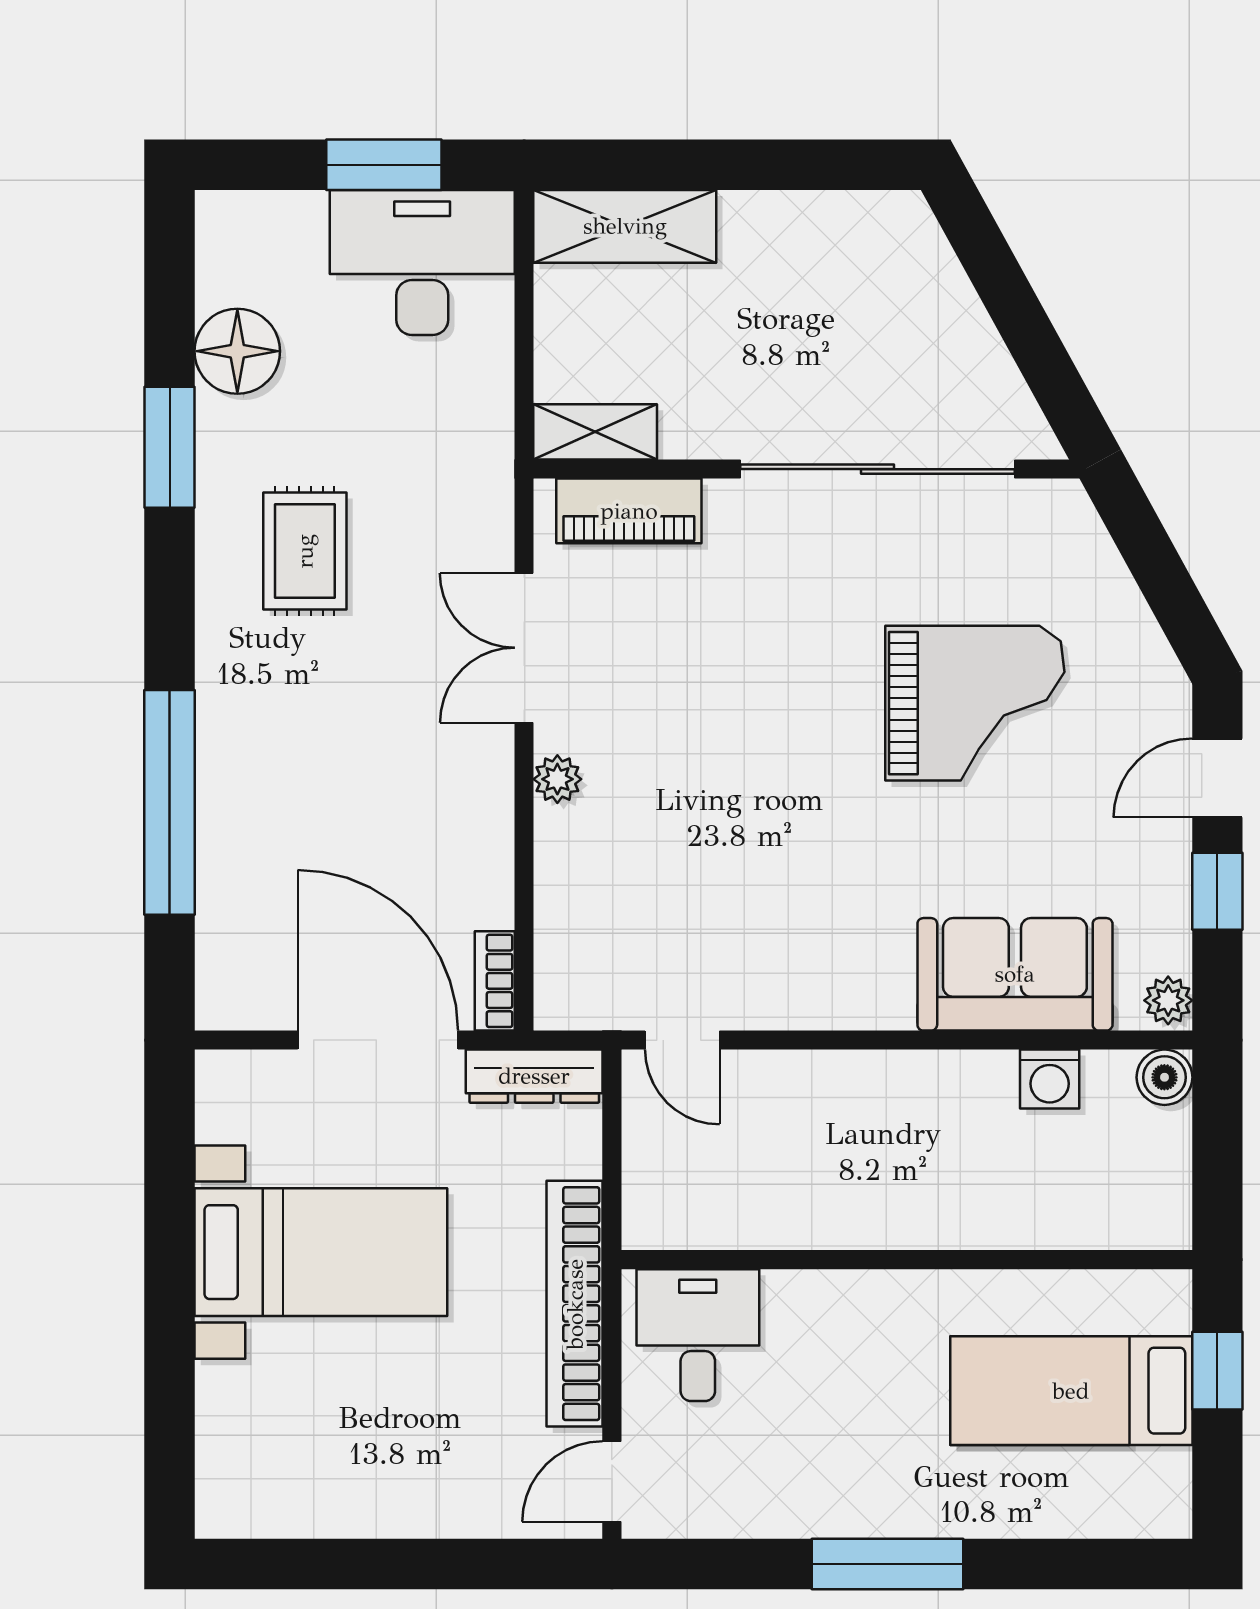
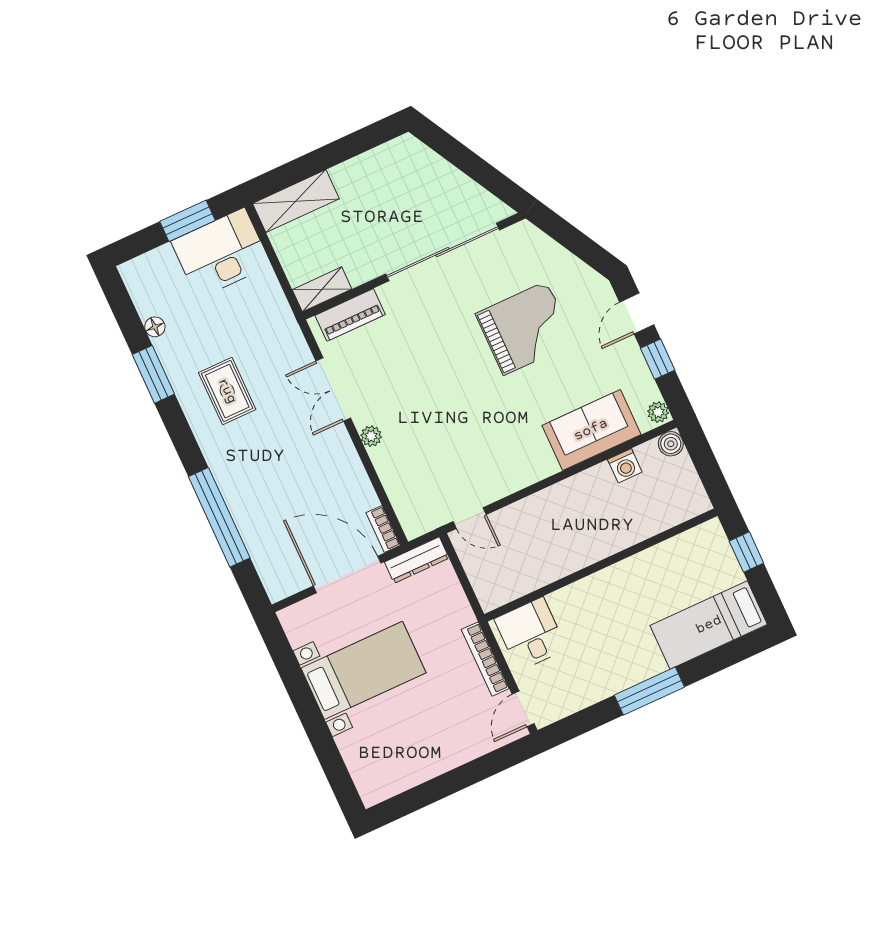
floor lamp: (237, 351) -> (155, 327), width x0.53, depth x0.53
bookcase: (575, 1304) -> (485, 659), width x0.68, depth x0.76
bed: (1071, 1391) -> (709, 625), moved

